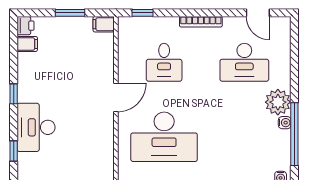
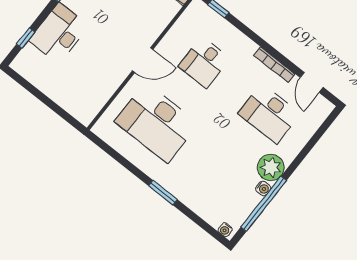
bookcase: (201, 22) -> (274, 65), moved

